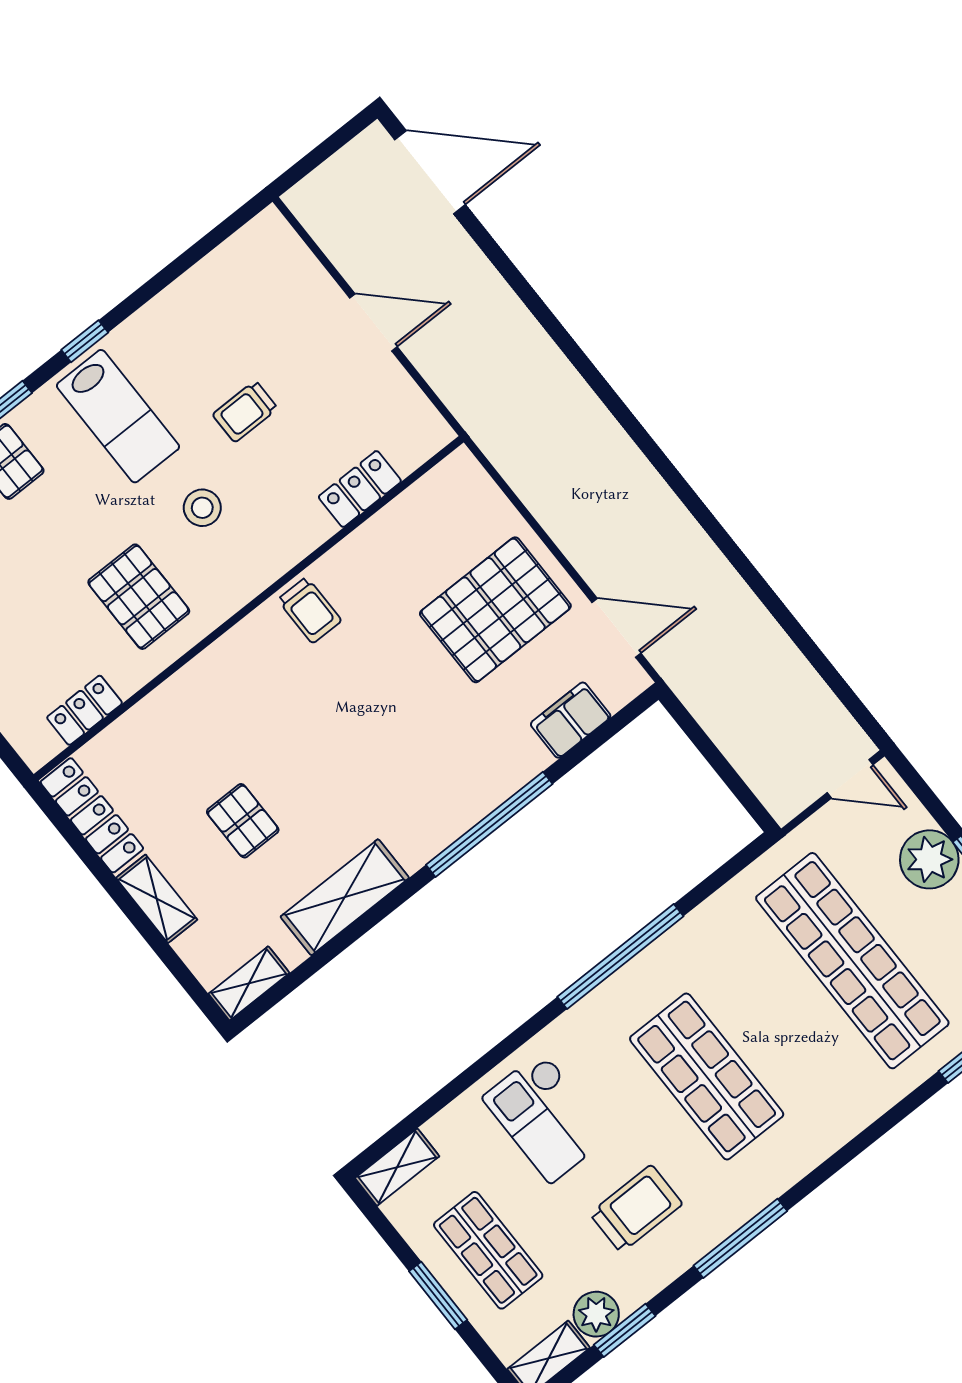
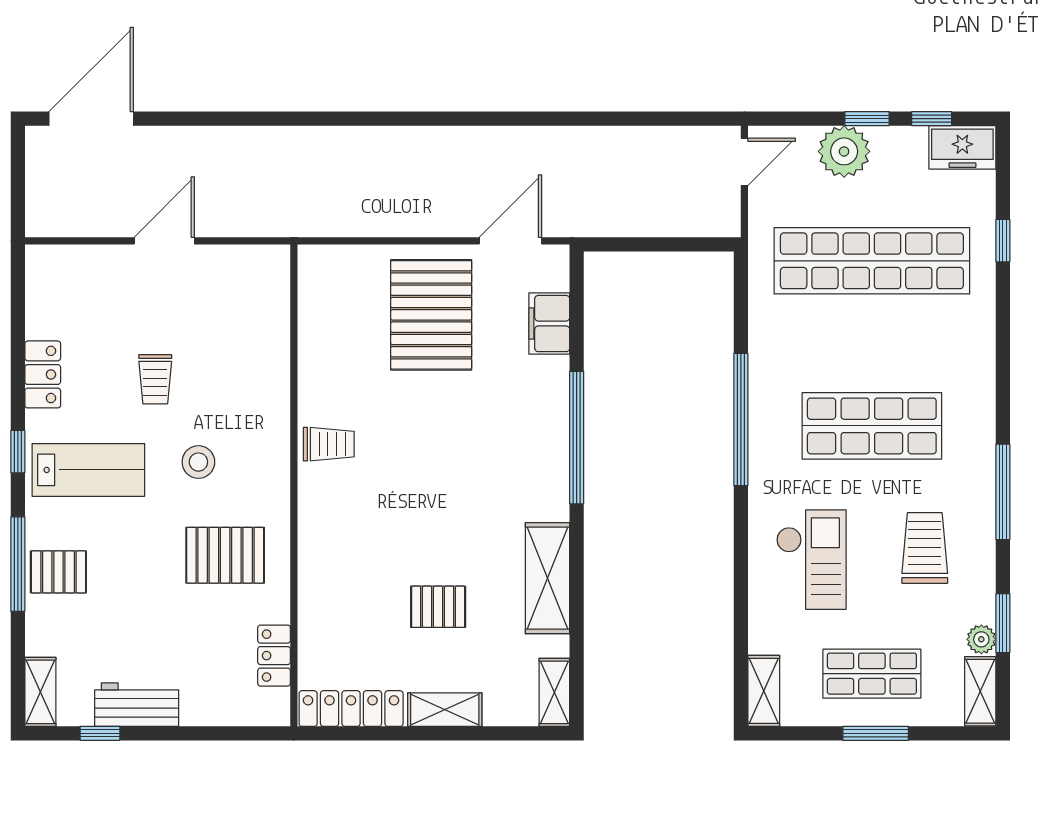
locker: (360, 489) -> (43, 374), moved, turned 180
checkout: (546, 1117) -> (811, 560), turned -90
plant: (596, 1314) -> (981, 639), width x0.73, depth x0.73

